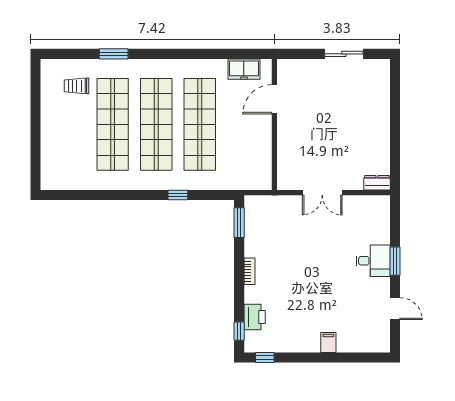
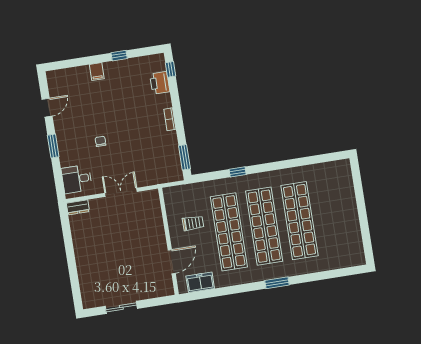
window: (114, 54) -> (277, 283), moved
trolley: (76, 86) -> (193, 223), moved
chair: (337, 258) -> (100, 141), added
desk: (373, 261) -> (77, 179), moved
door: (395, 309) -> (47, 108), swing flipped
window: (265, 358) -> (119, 56), moved

